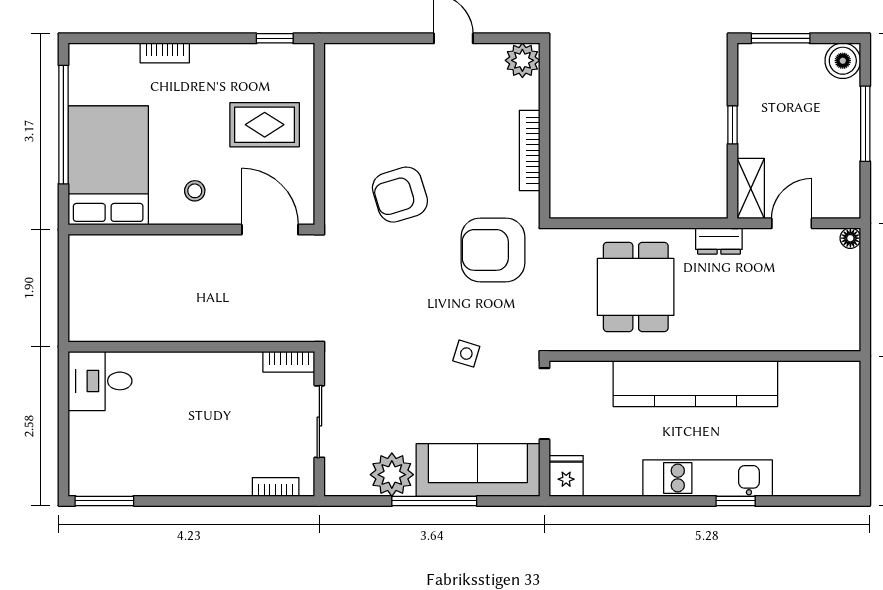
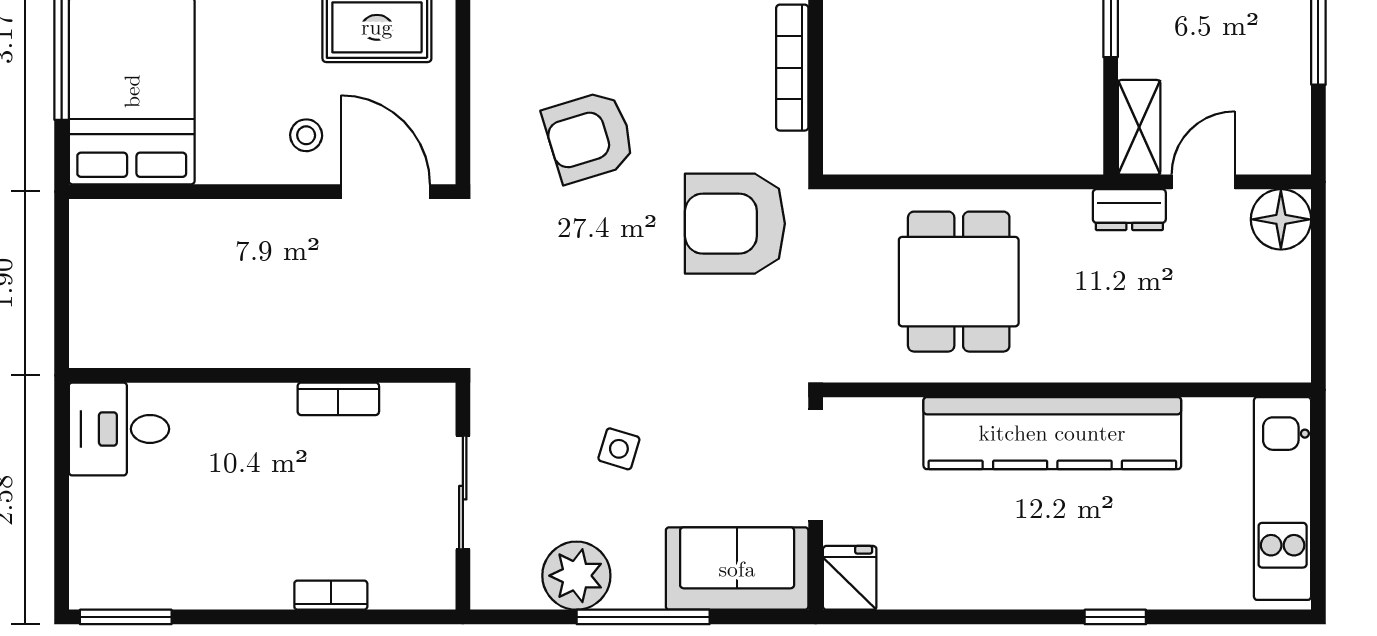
stool: (195, 191) -> (306, 135), moved
floor lamp: (850, 238) -> (1281, 219), width x1.89, depth x1.89
dresser: (719, 241) -> (1129, 210), moved
side table: (466, 354) -> (619, 449), moved
bookcase: (289, 362) -> (338, 399), moved
sofa: (478, 470) -> (737, 569), width x0.73
kitchen unit: (708, 478) -> (1283, 499), moved, turned -90
bookcase: (276, 487) -> (331, 595), moved

